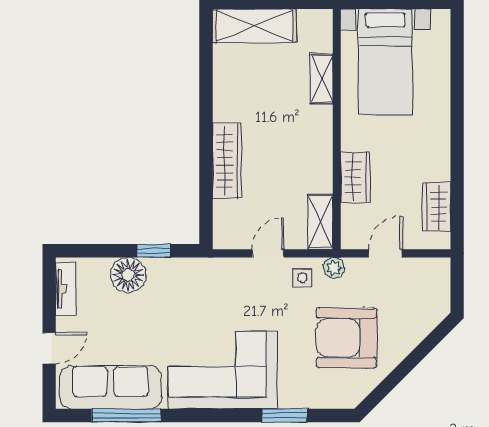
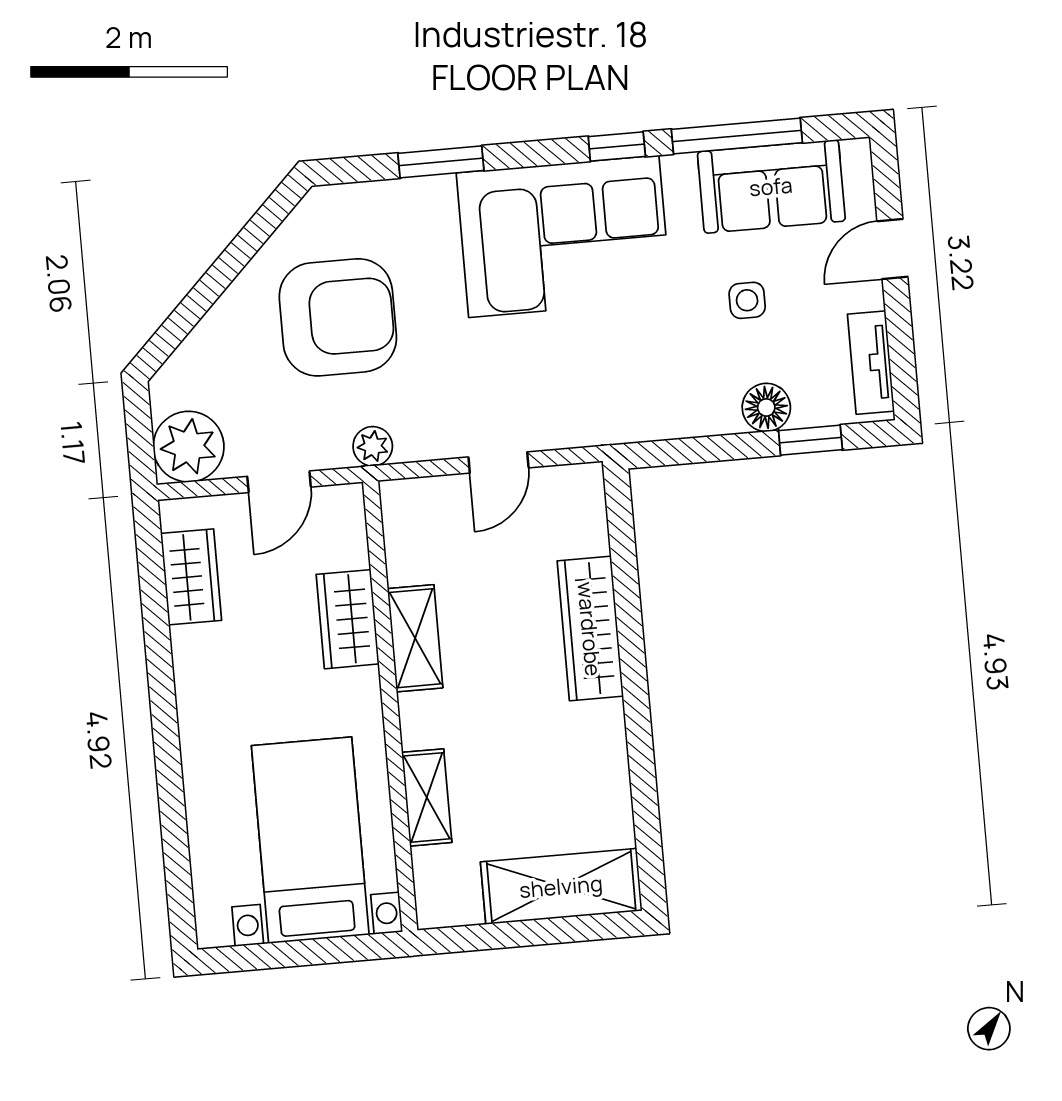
shelving: (320, 222) -> (415, 638), moved
window: (154, 251) -> (810, 440), moved
floor lamp: (128, 275) -> (766, 407), width x0.73, depth x0.73
plant: (432, 276) -> (189, 447), added
side table: (302, 278) -> (747, 300), moved
sofa: (110, 387) -> (771, 186), width x0.73
window: (191, 416) -> (617, 146), added

